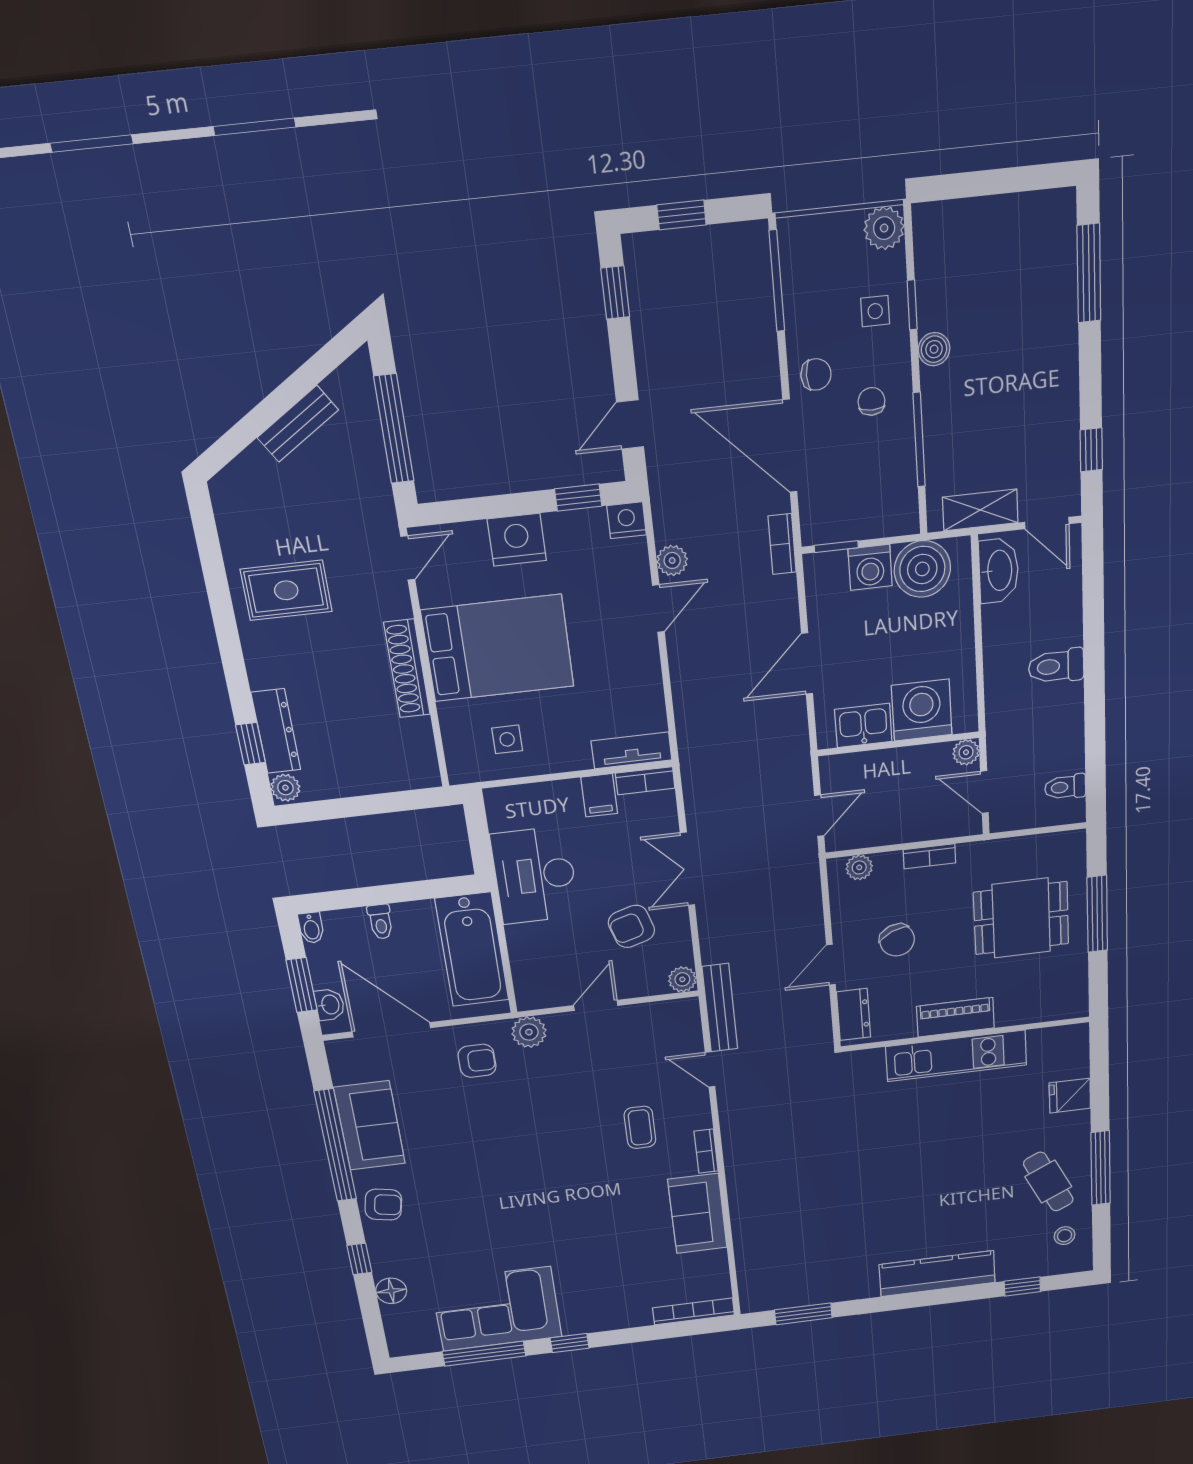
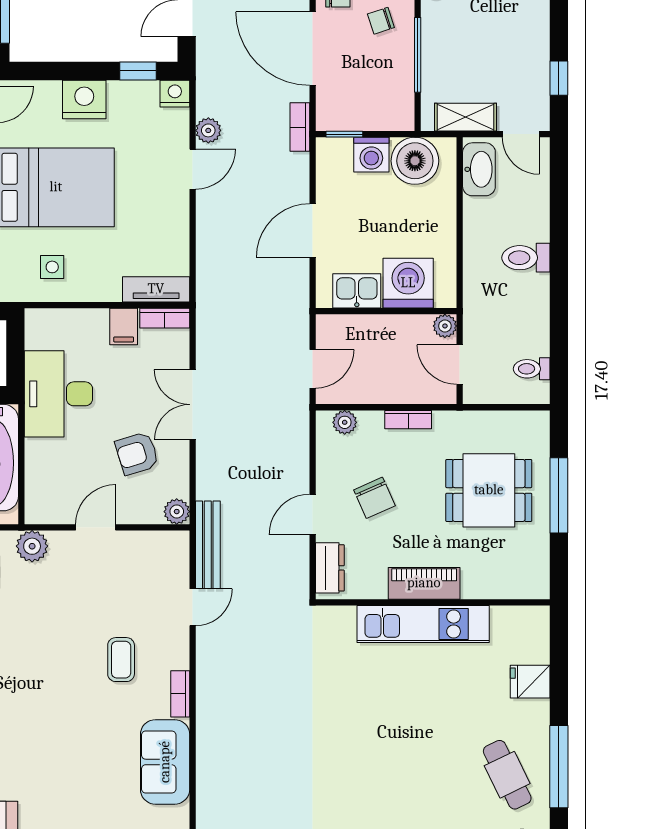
chair: (871, 401) -> (381, 21), turned -108
door: (710, 1069) -> (193, 607), swing flipped

